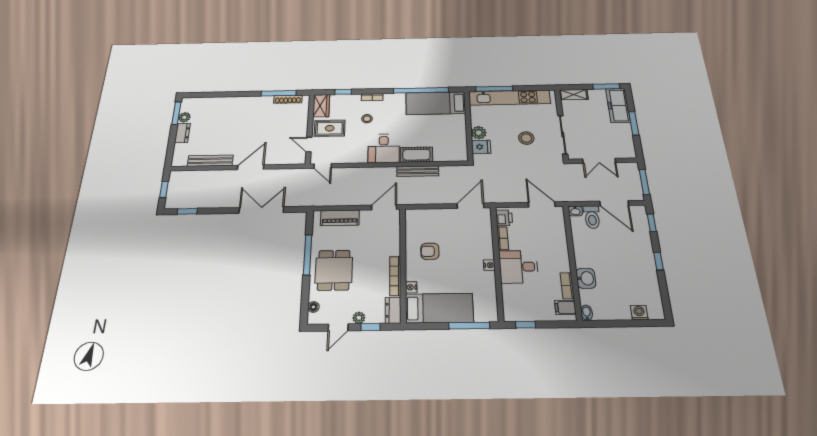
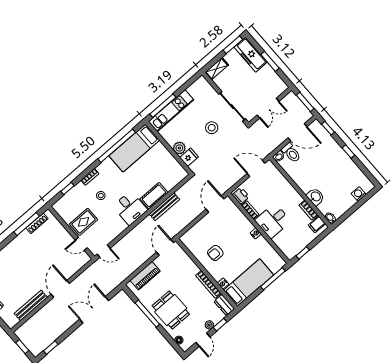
kitchen unit: (509, 98) -> (171, 111), width x0.73
wardrobe: (321, 106) -> (63, 210), removed

